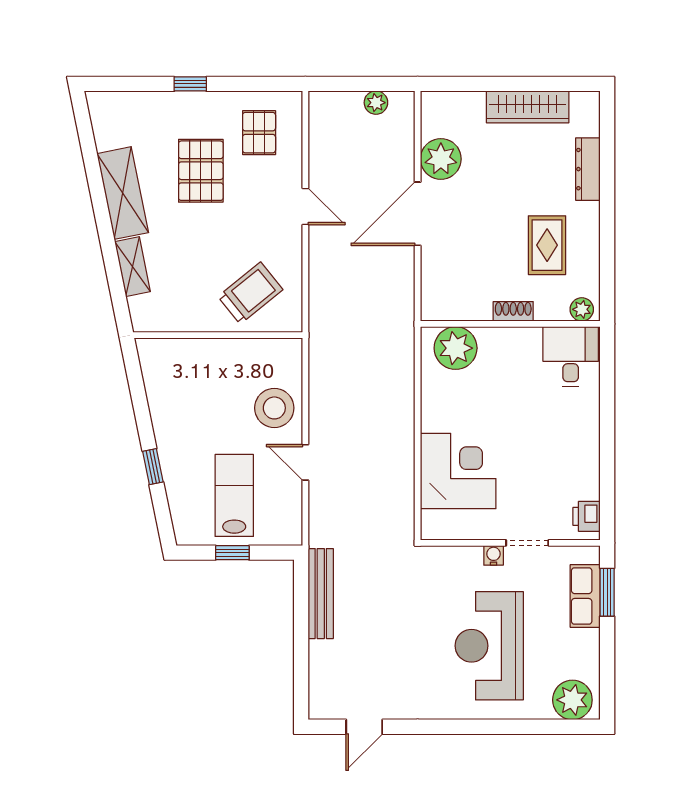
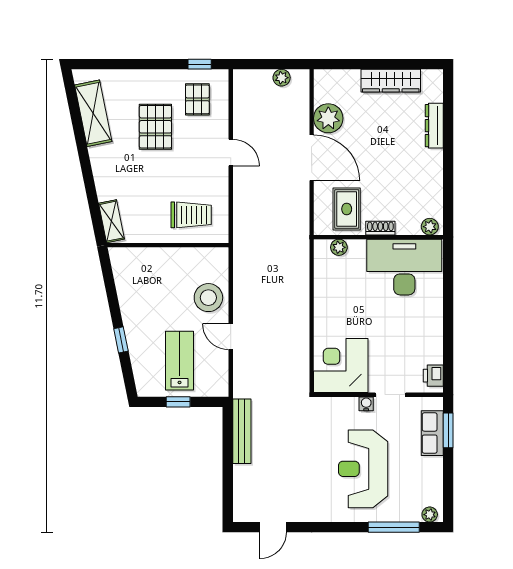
window: (190, 84) -> (200, 64), moved
shelving: (123, 193) -> (93, 113), moved
door: (418, 214) -> (312, 158), swing flipped
rug: (547, 245) -> (347, 209), moved
shelving: (133, 267) -> (111, 221), moved
trolley: (250, 293) -> (191, 215), turned 39
plant: (456, 348) -> (339, 247), width x0.53, depth x0.53
desk: (571, 357) -> (404, 267), width x1.87, depth x1.30
corner desk: (458, 471) -> (341, 366), moved, turned -90
plant: (572, 700) -> (430, 515), width x0.53, depth x0.53
window: (532, 727) -> (394, 527), added

